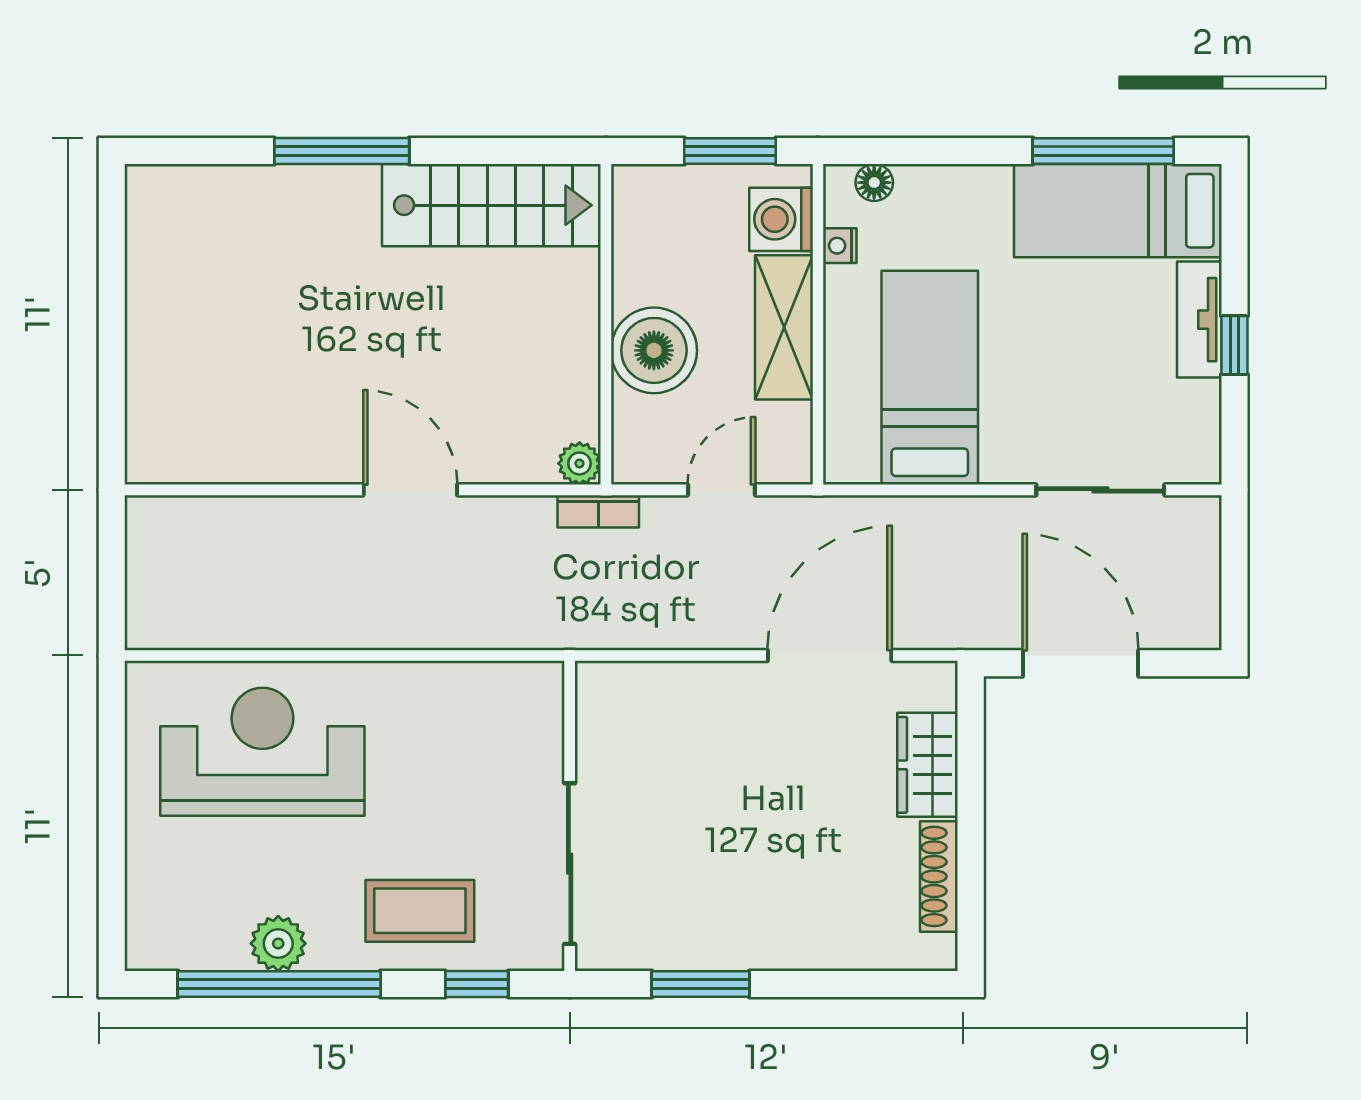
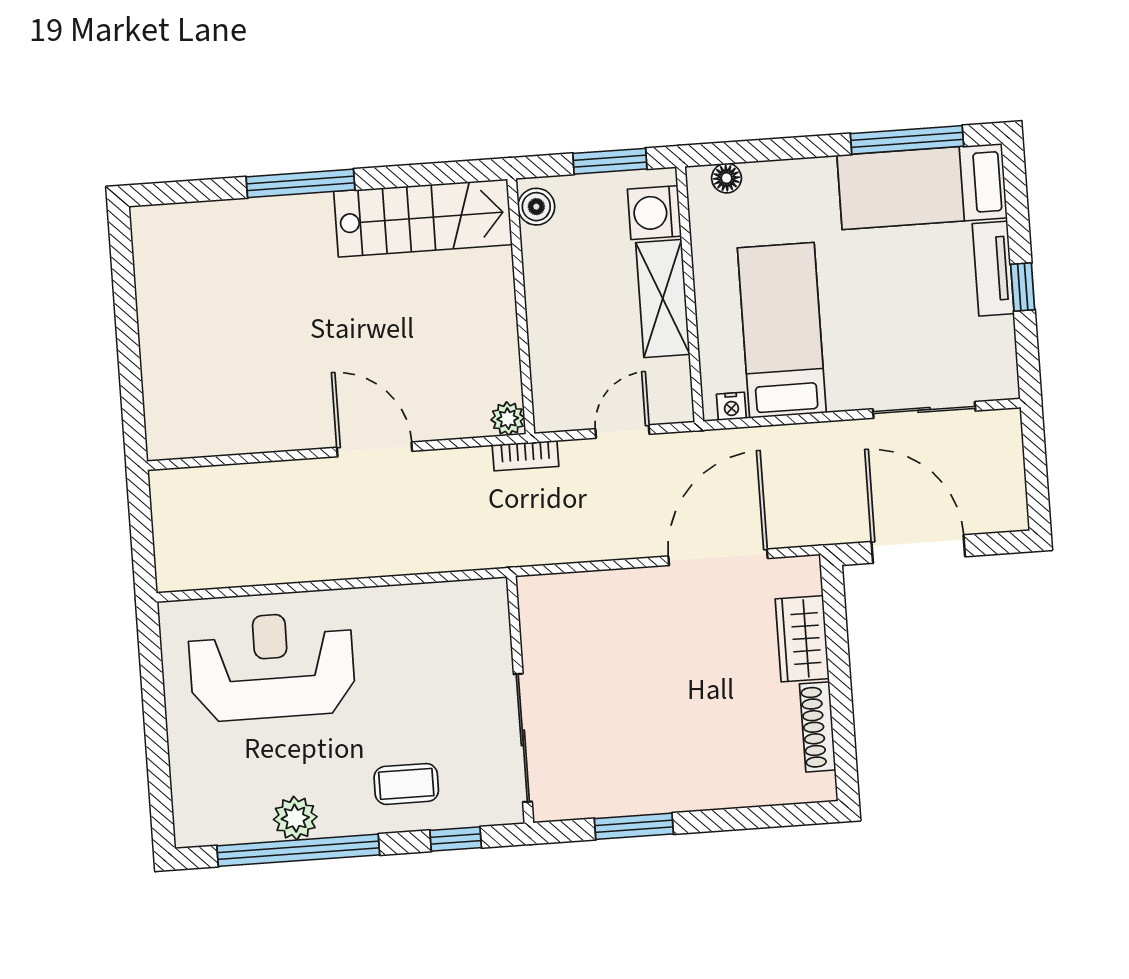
nightstand: (840, 246) -> (731, 406), moved, turned -90
boiler: (654, 350) -> (536, 207), moved, width x0.54, depth x0.54
coffee table: (420, 911) -> (406, 784), width x0.73, depth x0.77

